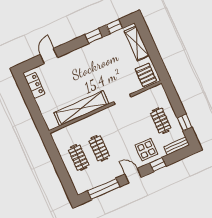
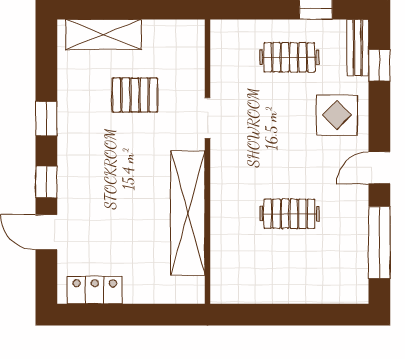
window: (114, 27) -> (46, 182), moved
pallet: (146, 75) -> (135, 95), moved
clothes rail: (79, 158) -> (289, 266), removed
window: (158, 165) -> (379, 65), moved

